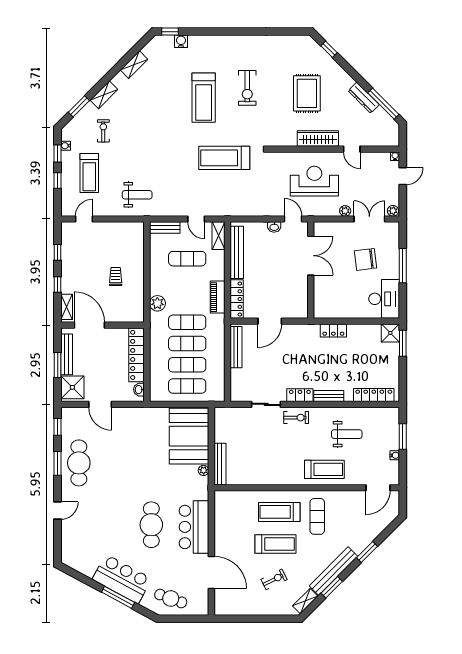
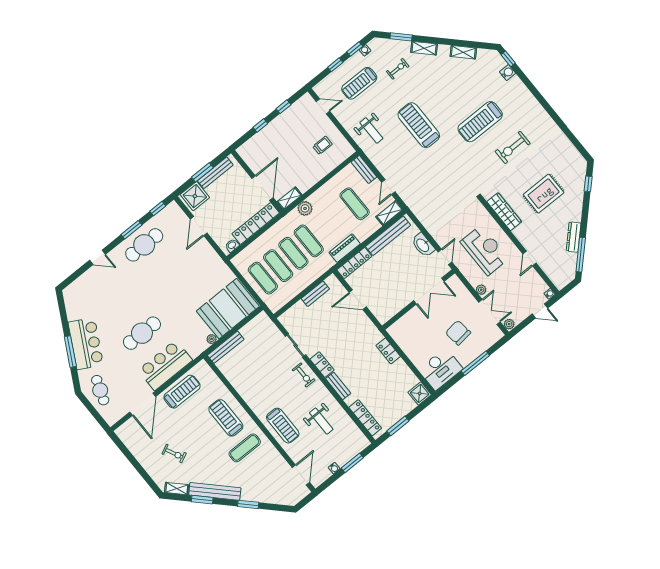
wardrobe: (318, 139) -> (504, 212), moved
treadmill: (224, 158) -> (419, 125), moved
washbasin: (274, 227) -> (423, 245), width x1.91, depth x1.45
trolley: (116, 276) -> (322, 145), moved
shelving: (67, 307) -> (289, 198), moved
door: (89, 325) -> (262, 188), moved
window: (403, 343) -> (398, 426), moved
bench: (236, 347) -> (315, 294), width x0.73
door: (378, 488) -> (301, 475), swing flipped
treadmill: (276, 544) -> (182, 392), moved, turned -90

